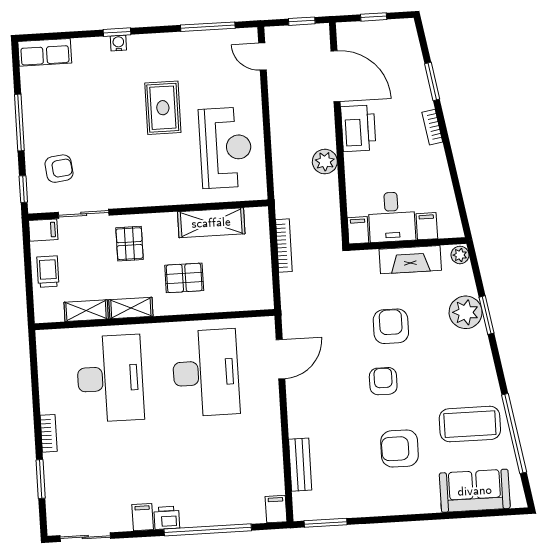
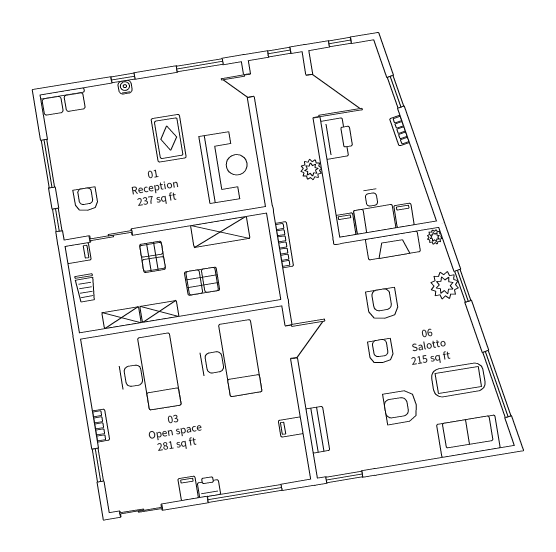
armchair: (59, 169) -> (86, 199), turned -83
trolley: (48, 272) -> (86, 288), turned 180
filing cabinet: (276, 509) -> (291, 427), moved, turned -90

